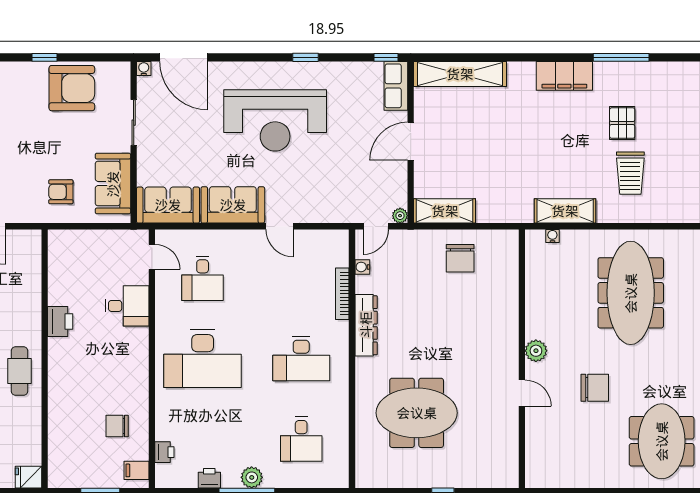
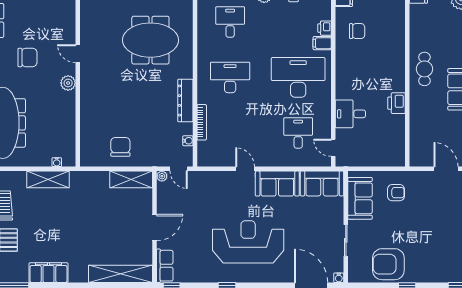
door: (376, 226) -> (179, 169), swing flipped
chair: (595, 388) -> (27, 57), turned 180
filing cabinet: (168, 408) -> (322, 43), added
printer: (164, 452) -> (325, 28), moved

